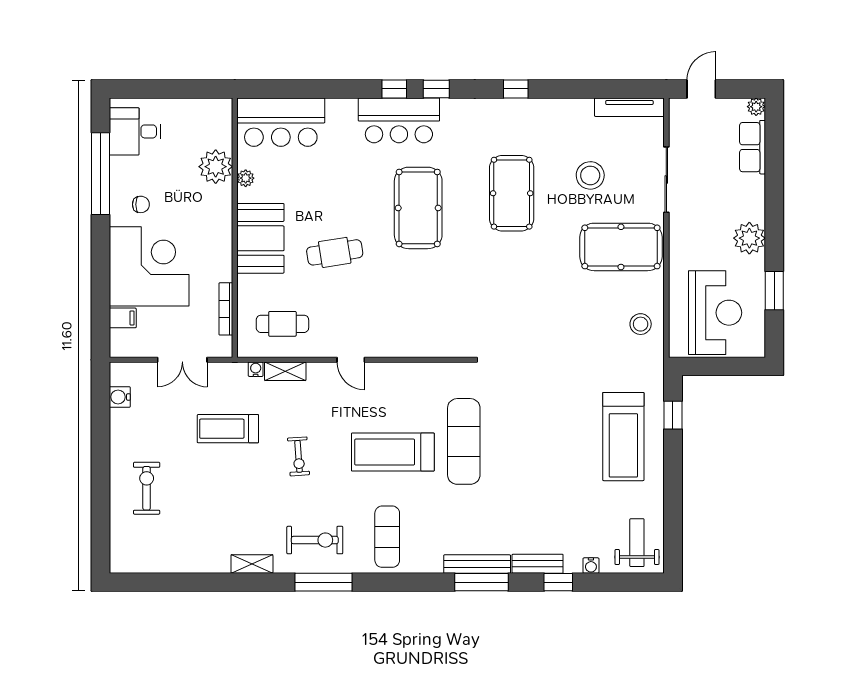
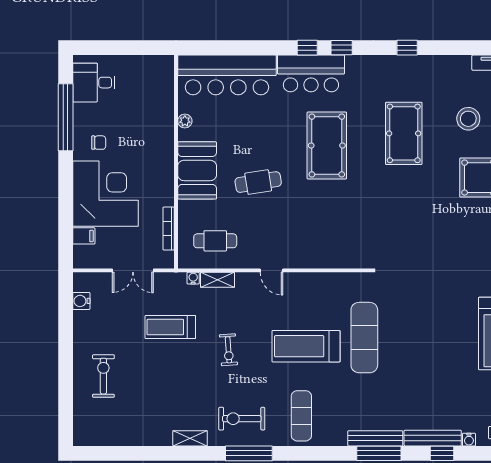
bar counter: (281, 122) -> (227, 75), width x1.36
plant: (216, 167) -> (160, 112), removed
exercise bike: (315, 540) -> (242, 419), turned 180
bench: (538, 564) -> (433, 438), width x1.36

